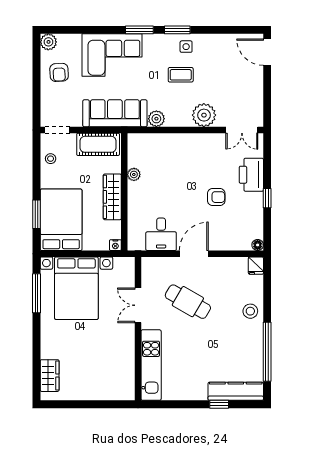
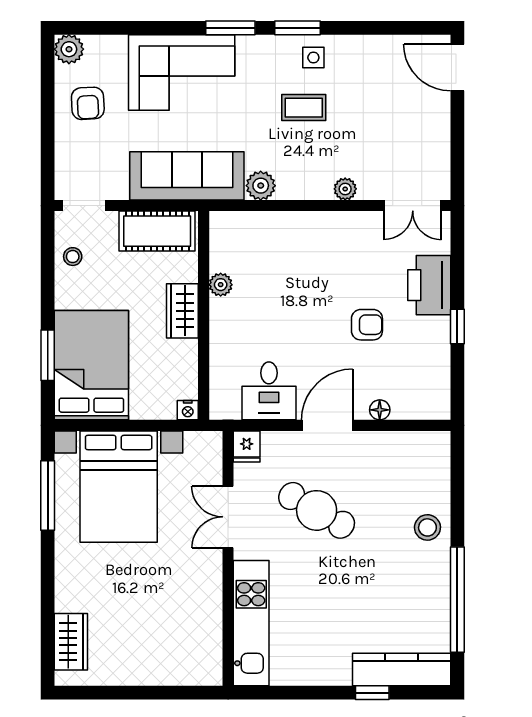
plant: (204, 115) -> (345, 189), width x0.53, depth x0.53
wardrobe: (112, 197) -> (182, 311), width x0.67
floor lamp: (258, 245) -> (380, 410), moved
fridge: (256, 266) -> (247, 446), moved

